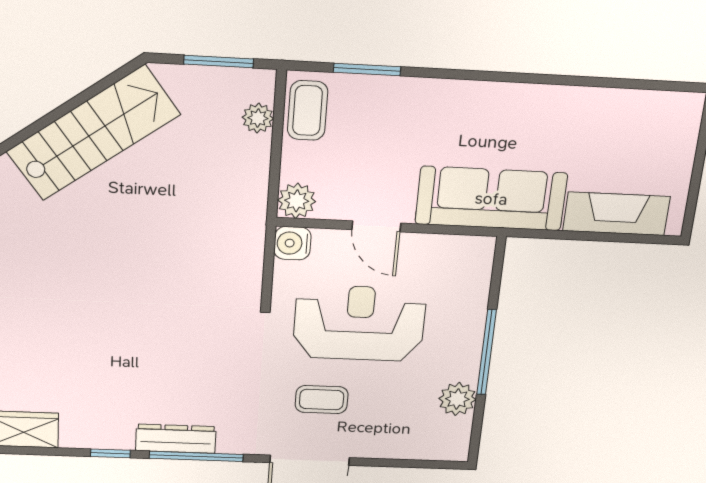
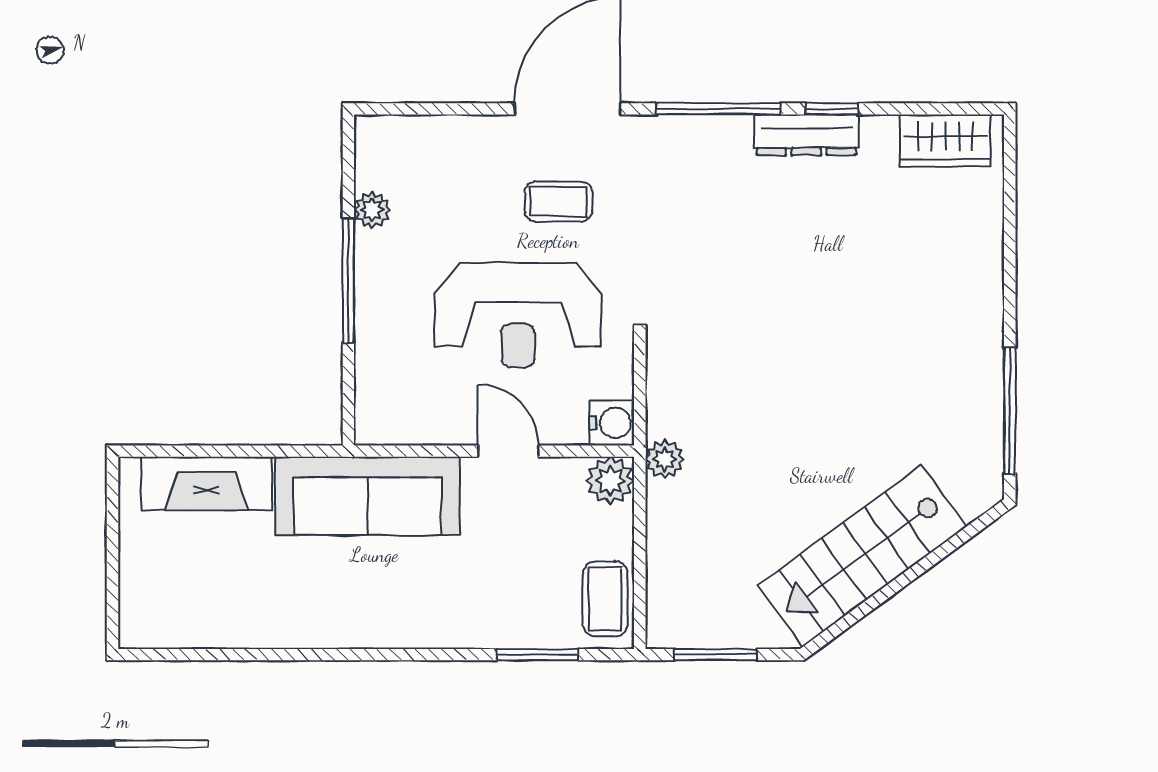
plant: (258, 118) -> (665, 459), moved
plant: (457, 399) -> (372, 210), width x0.73, depth x0.73
dresser: (176, 439) -> (806, 135), moved

